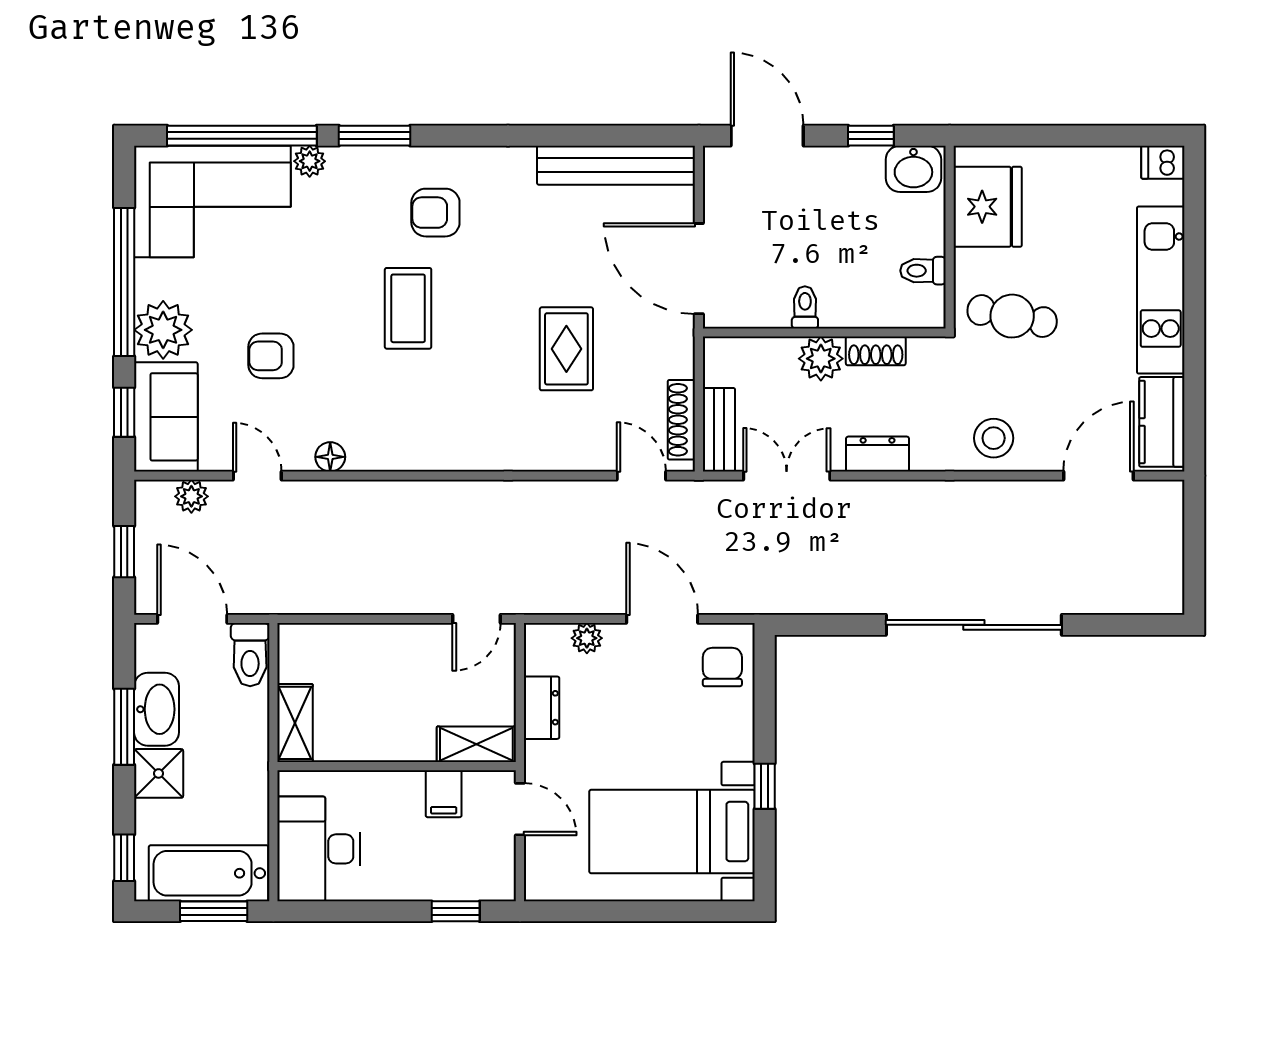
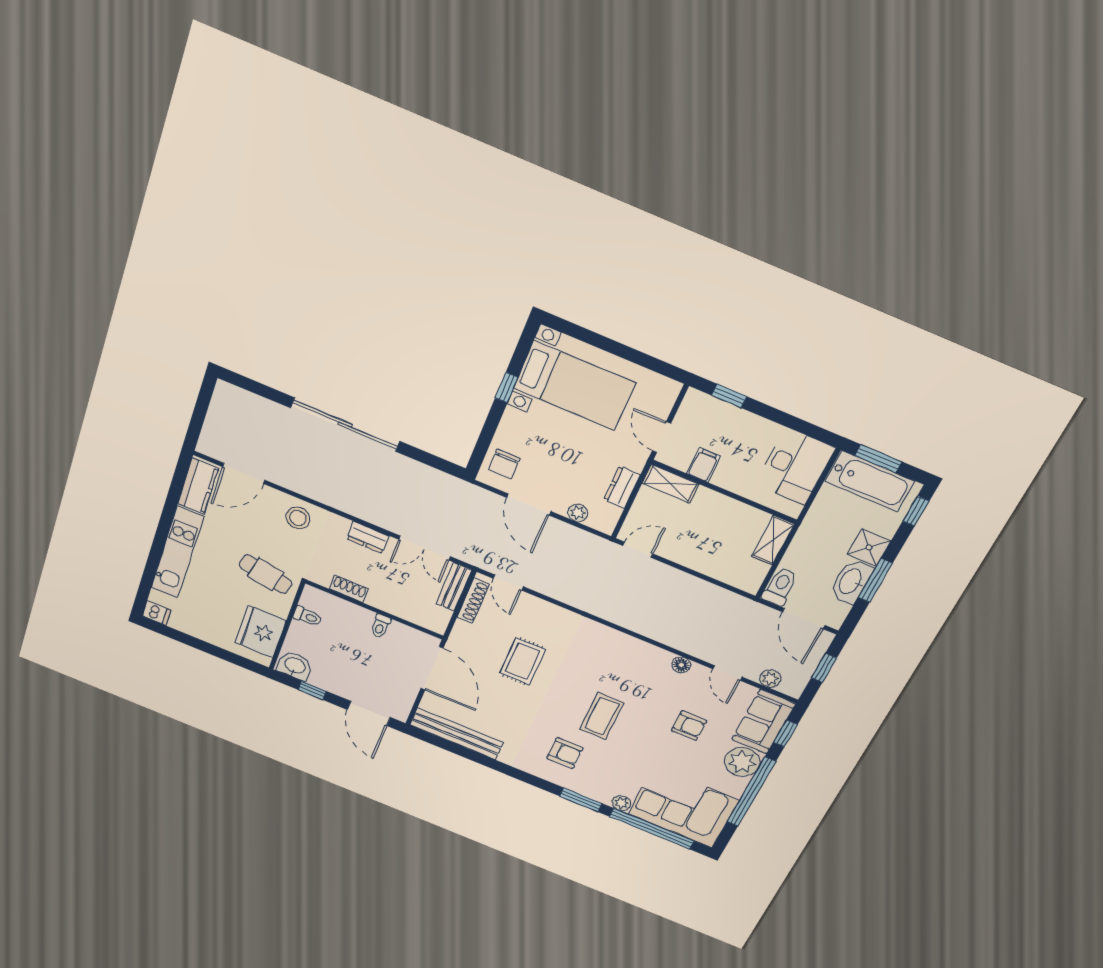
plant: (821, 359) -> (381, 598), removed

